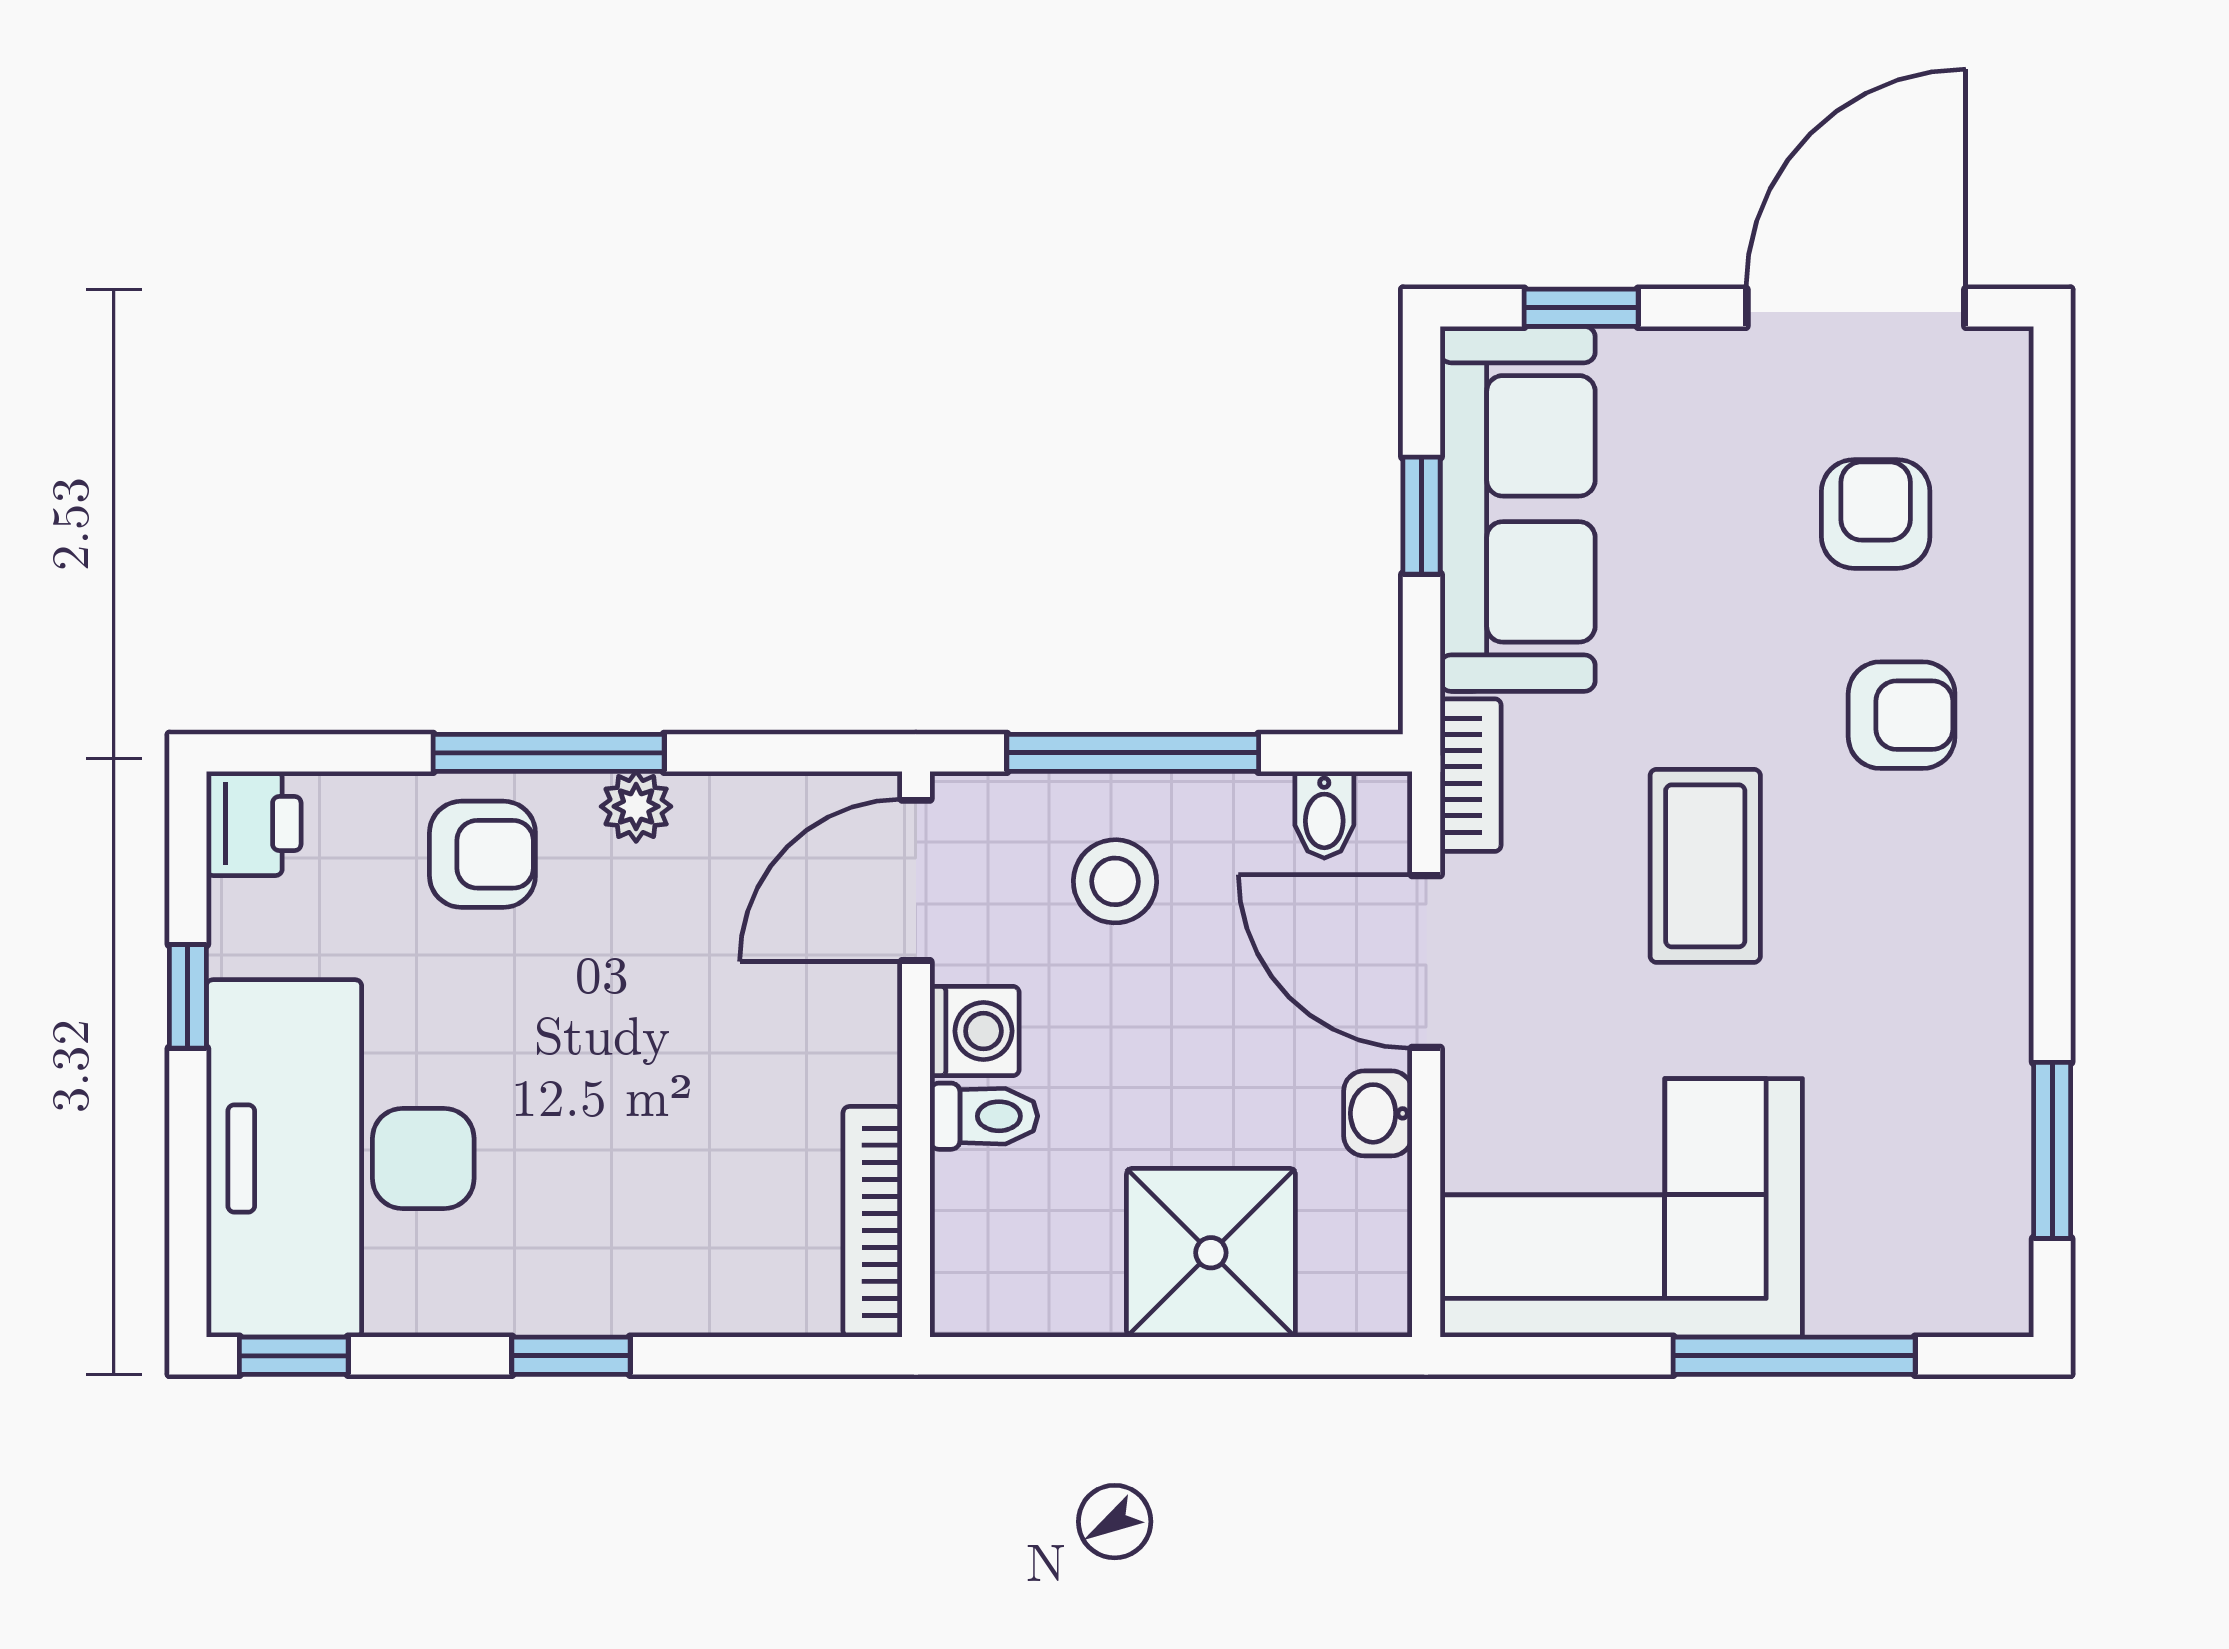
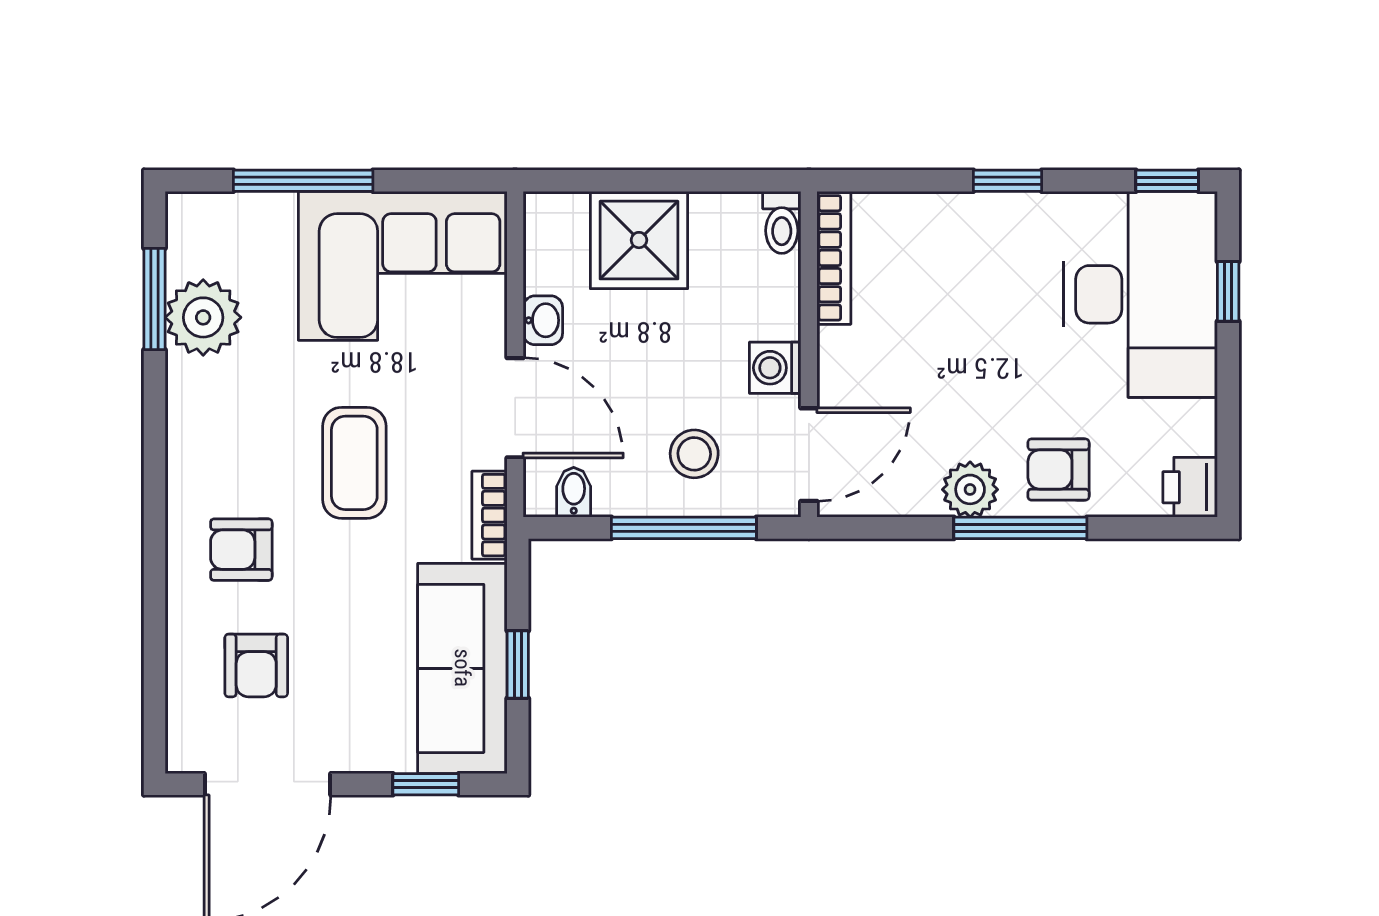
plant: (636, 806) -> (970, 489), width x1.38, depth x1.38
window: (188, 996) -> (1228, 291), moved
toilet: (984, 1116) -> (782, 222), moved, turned -90
plant: (1968, 1118) -> (203, 317), added

